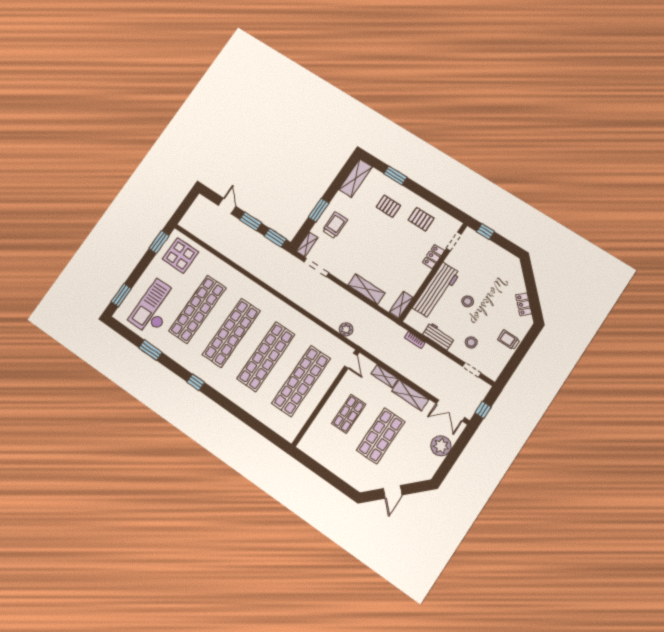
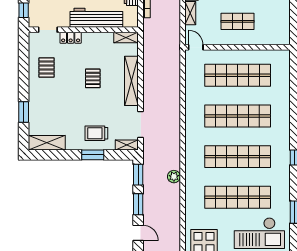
door: (227, 206) -> (138, 233), swing flipped
pallet: (388, 206) -> (93, 78), moved
shelving: (367, 289) -> (131, 81), width x1.47
plant: (346, 329) -> (174, 177), moved
door: (351, 361) -> (196, 47), hinge flipped

